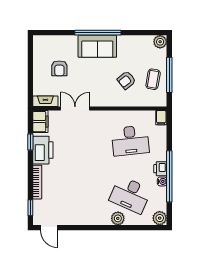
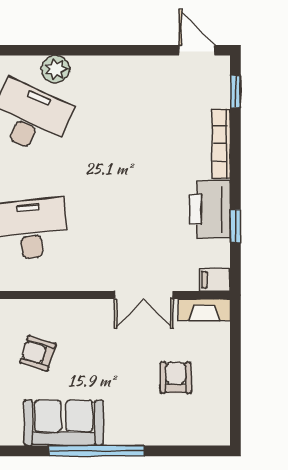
sofa: (97, 46) -> (64, 423), moved
armchair: (126, 80) -> (38, 353), turned -124
filing cabinet: (40, 122) -> (215, 280), width x0.50

